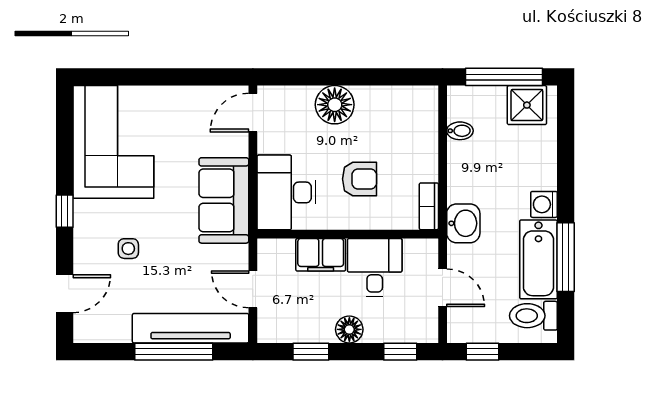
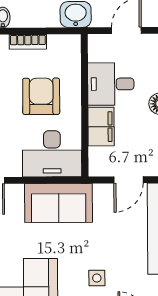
armchair: (360, 179) -> (41, 96), width x1.38, depth x1.38
bookcase: (429, 206) -> (28, 42), moved

